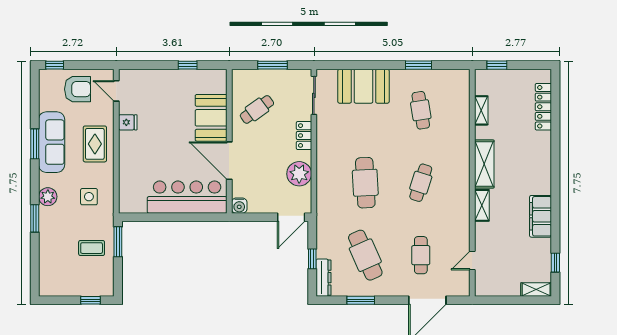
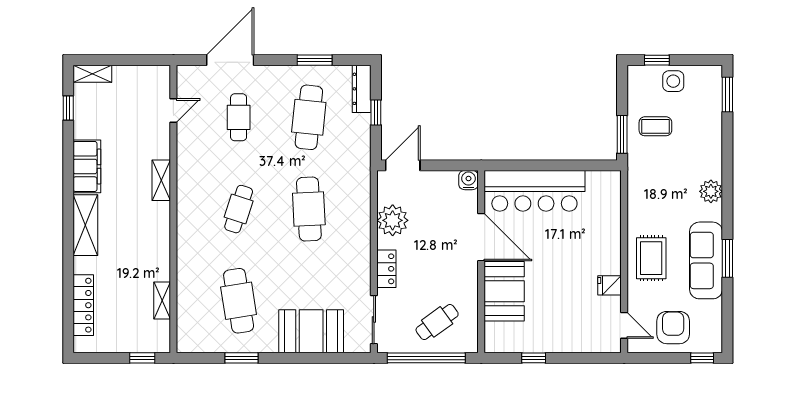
window: (273, 65) -> (426, 358), width x2.11
armchair: (78, 89) -> (673, 328), turned 90
cafe table: (257, 109) -> (437, 322), moved
cafe table: (421, 110) -> (239, 301), width x1.37, depth x1.35
shelving: (484, 164) -> (85, 225), moved
side table: (89, 197) -> (673, 81), moved
window: (35, 218) -> (727, 95), moved
cafe table: (365, 255) -> (309, 117), turned 30

